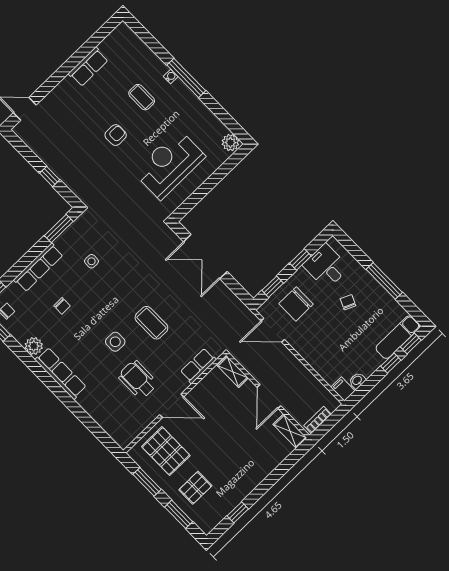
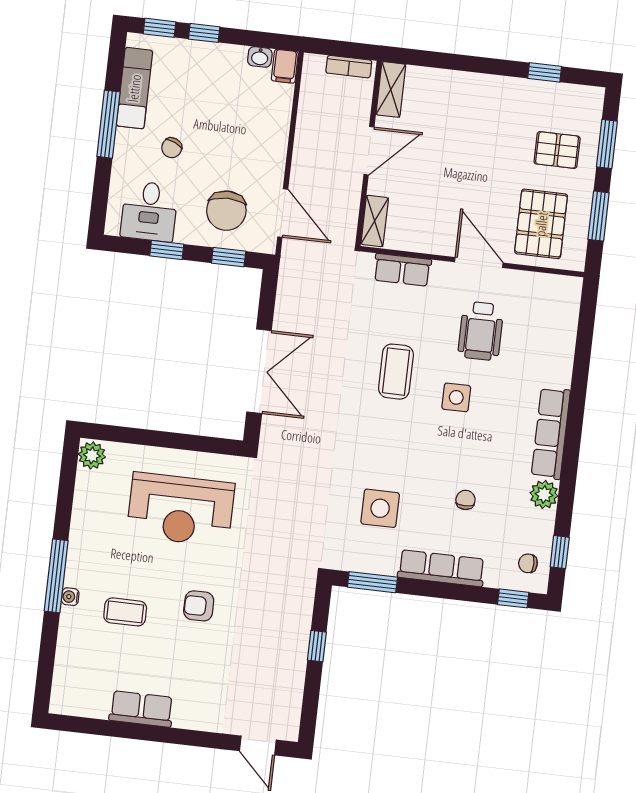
coffee table: (142, 97) -> (125, 612), turned 90
side table: (91, 261) -> (380, 508), width x1.87, depth x1.87
chair: (296, 304) -> (226, 211), turned 90
exam couch: (398, 337) -> (134, 88), moved, turned -90

